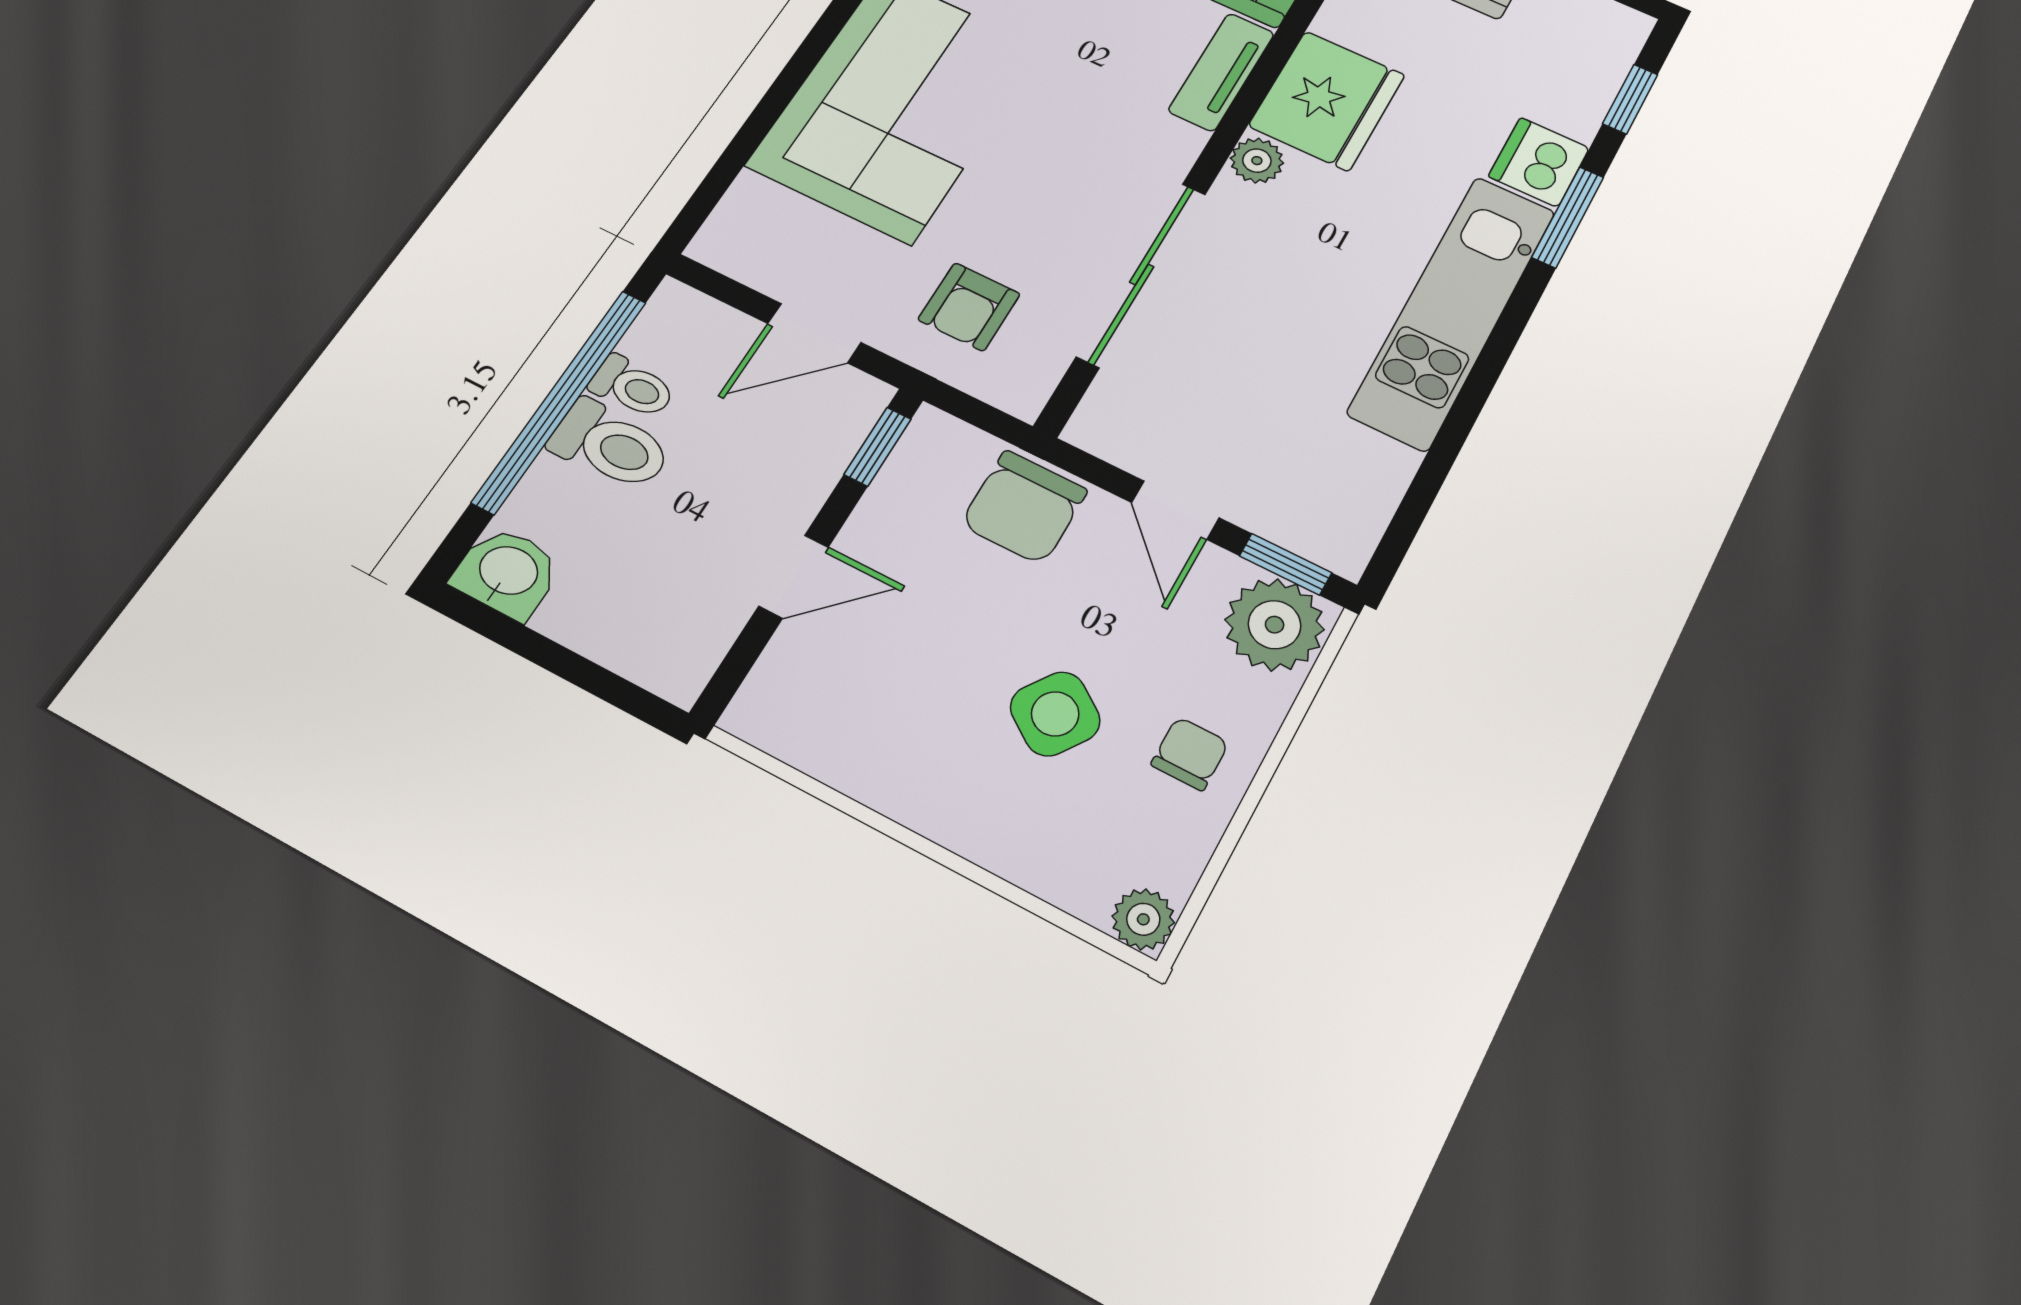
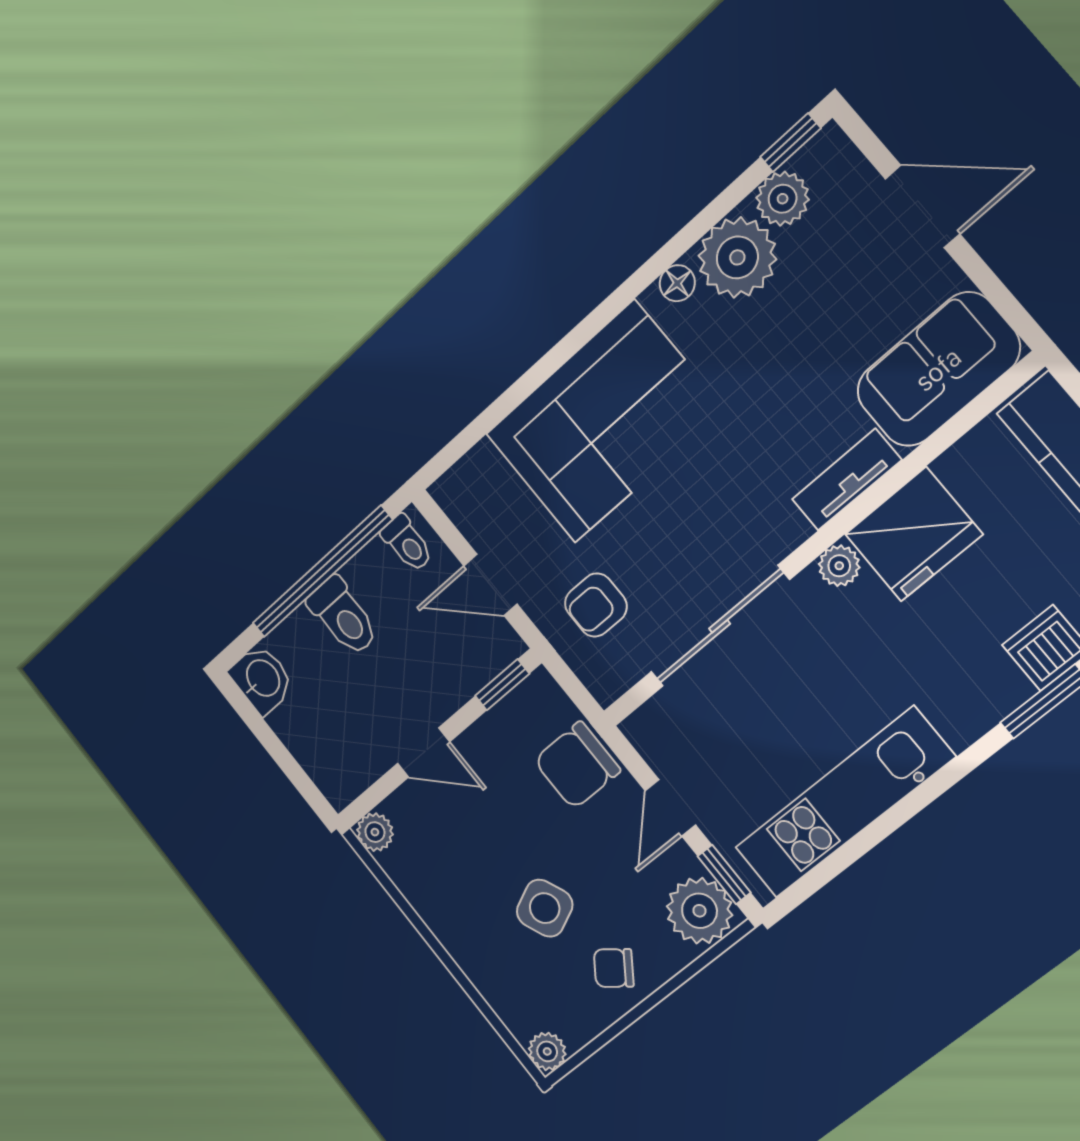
kitchen unit: (1452, 311) -> (844, 803), moved
toilet: (632, 387) -> (407, 543), moved
side table: (1055, 714) -> (545, 908), turned 31
plant: (756, 715) -> (375, 832), added
chair: (1190, 754) -> (614, 968), turned -144

